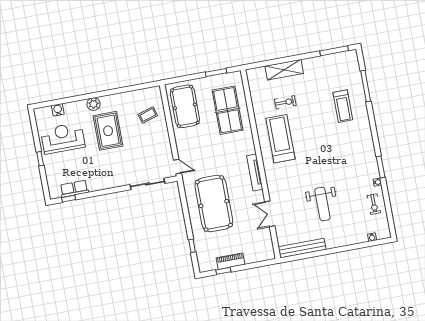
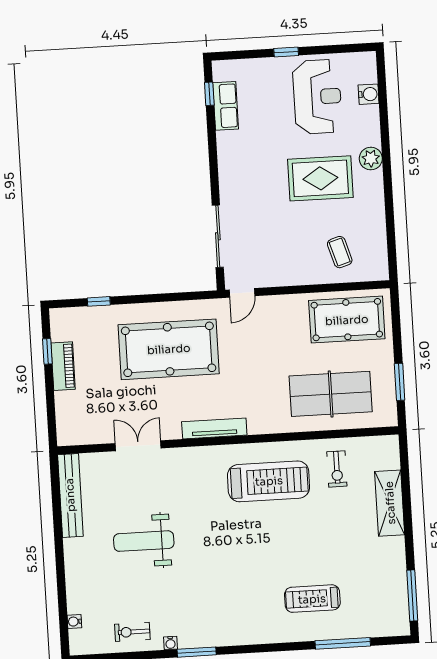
exercise bike: (285, 102) -> (337, 469), moved

